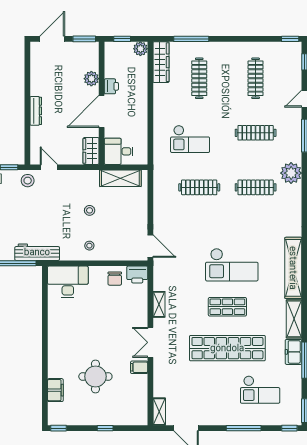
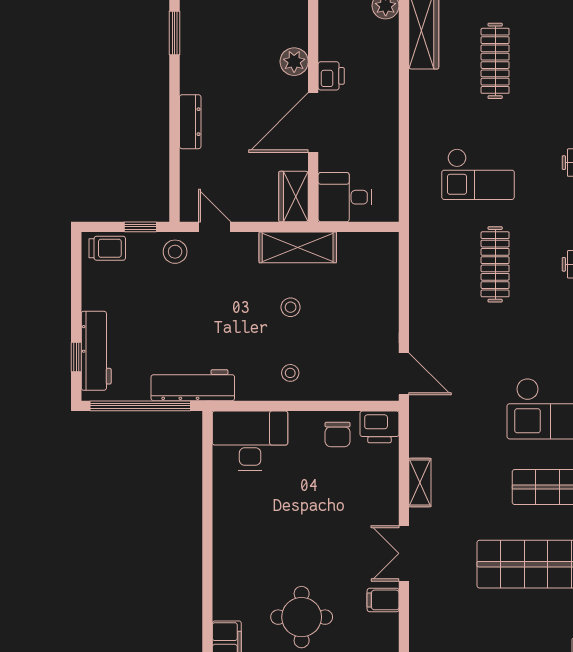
window: (27, 63) -> (175, 33), added
shelving: (120, 178) -> (298, 247), moved
clothes rail: (199, 187) -> (495, 264), turned 90

